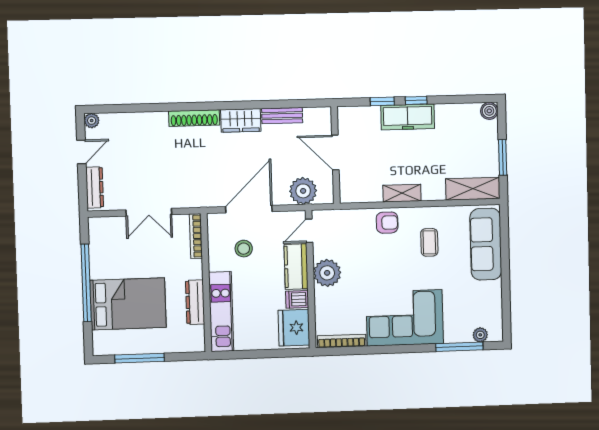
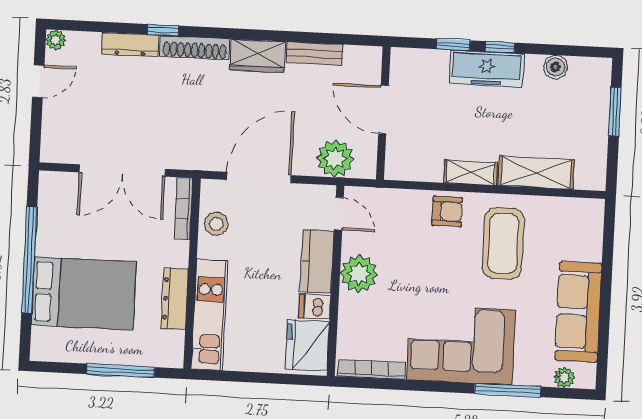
window: (170, 107) -> (163, 30), added
boiler: (489, 111) -> (555, 67), moved
window: (503, 157) -> (615, 112), moved
dresser: (95, 187) -> (130, 45), moved, turned 90
shelving: (473, 189) -> (536, 173), moved
double door: (149, 212) -> (122, 171), width x1.37
door: (309, 231) -> (339, 214), swing flipped
coffee table: (429, 242) -> (503, 243), width x1.86, depth x1.72
sofa: (486, 244) -> (578, 312), moved
stool: (244, 249) -> (216, 224), moved
window: (459, 347) -> (508, 390), moved
window: (140, 358) -> (121, 371), moved

